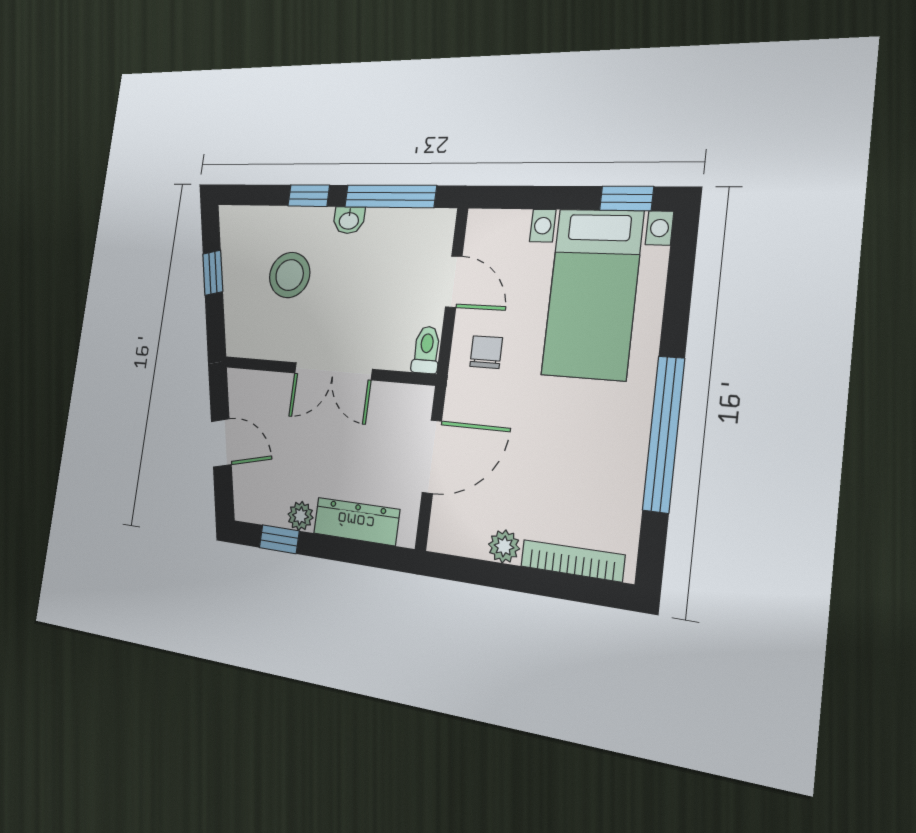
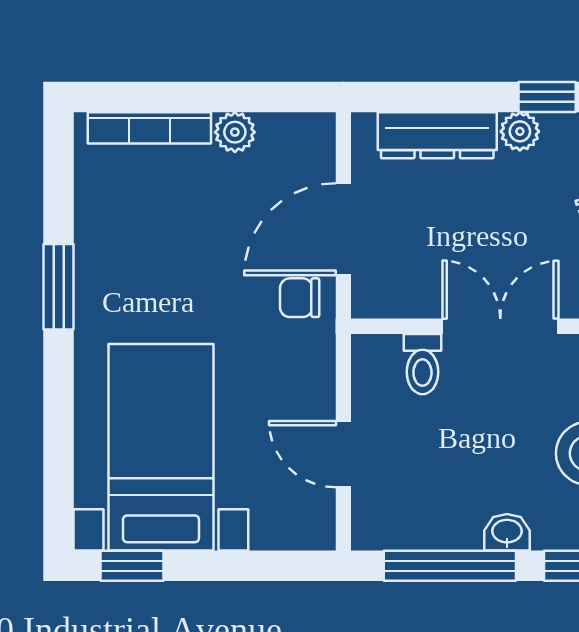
toilet: (426, 350) -> (422, 364), moved
chair: (486, 352) -> (300, 298), moved, turned 90
window: (664, 434) -> (59, 287), width x0.47

